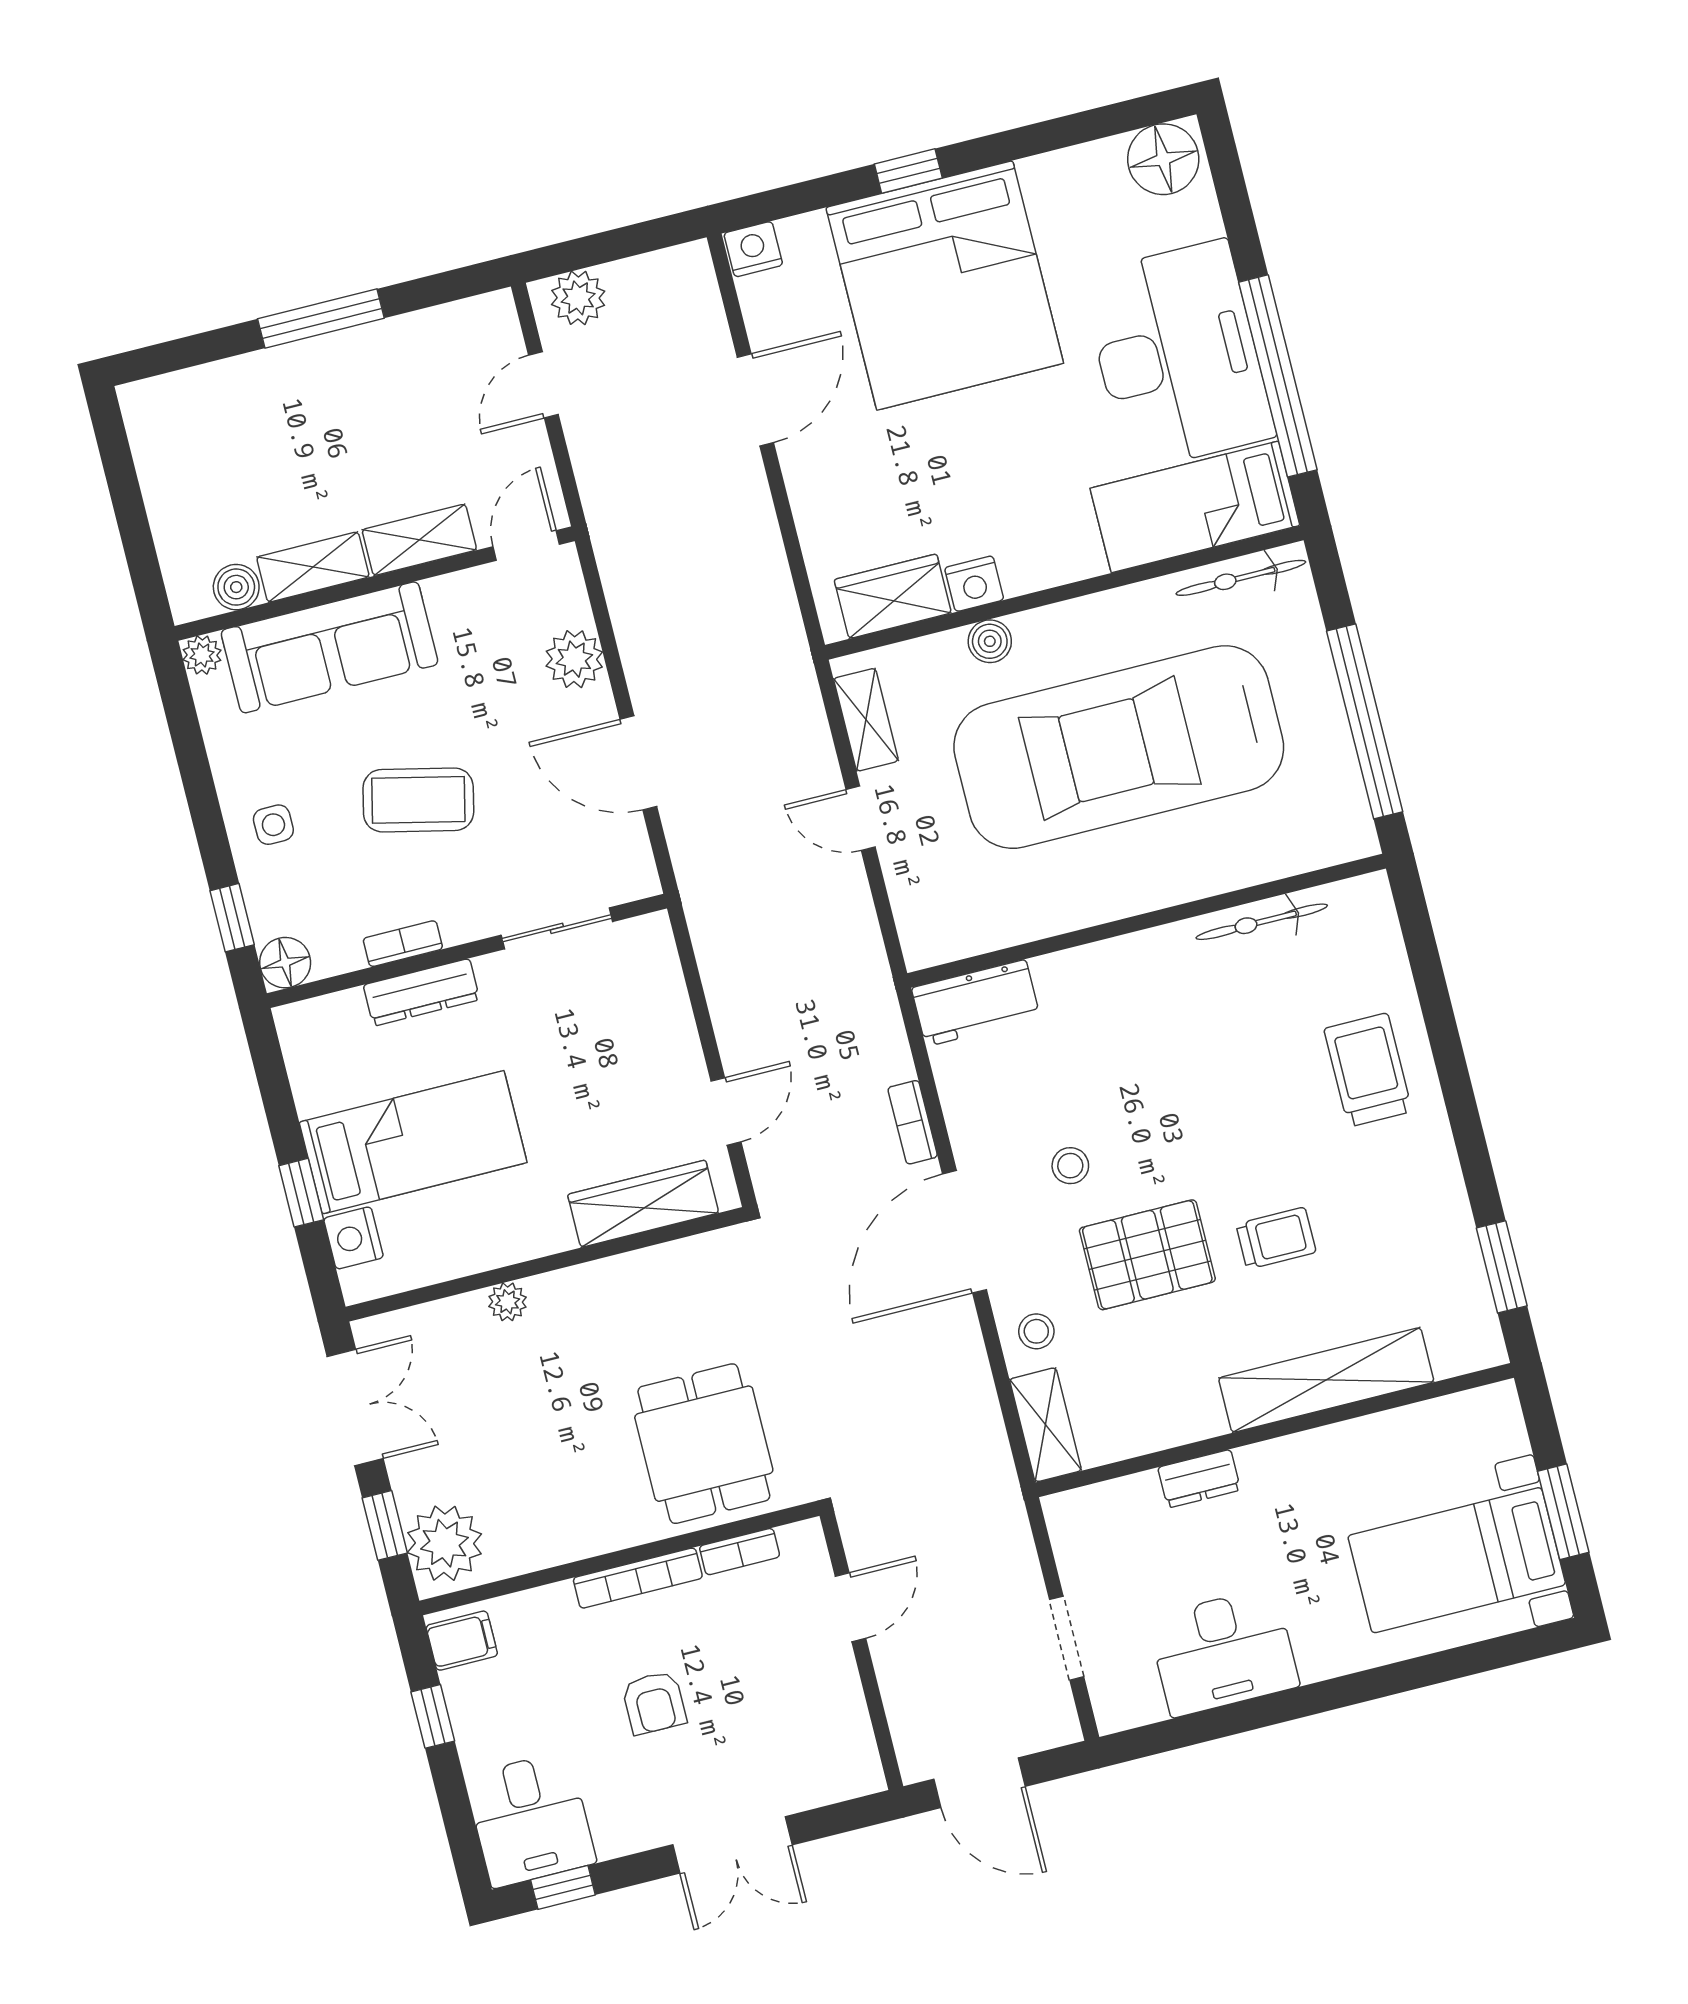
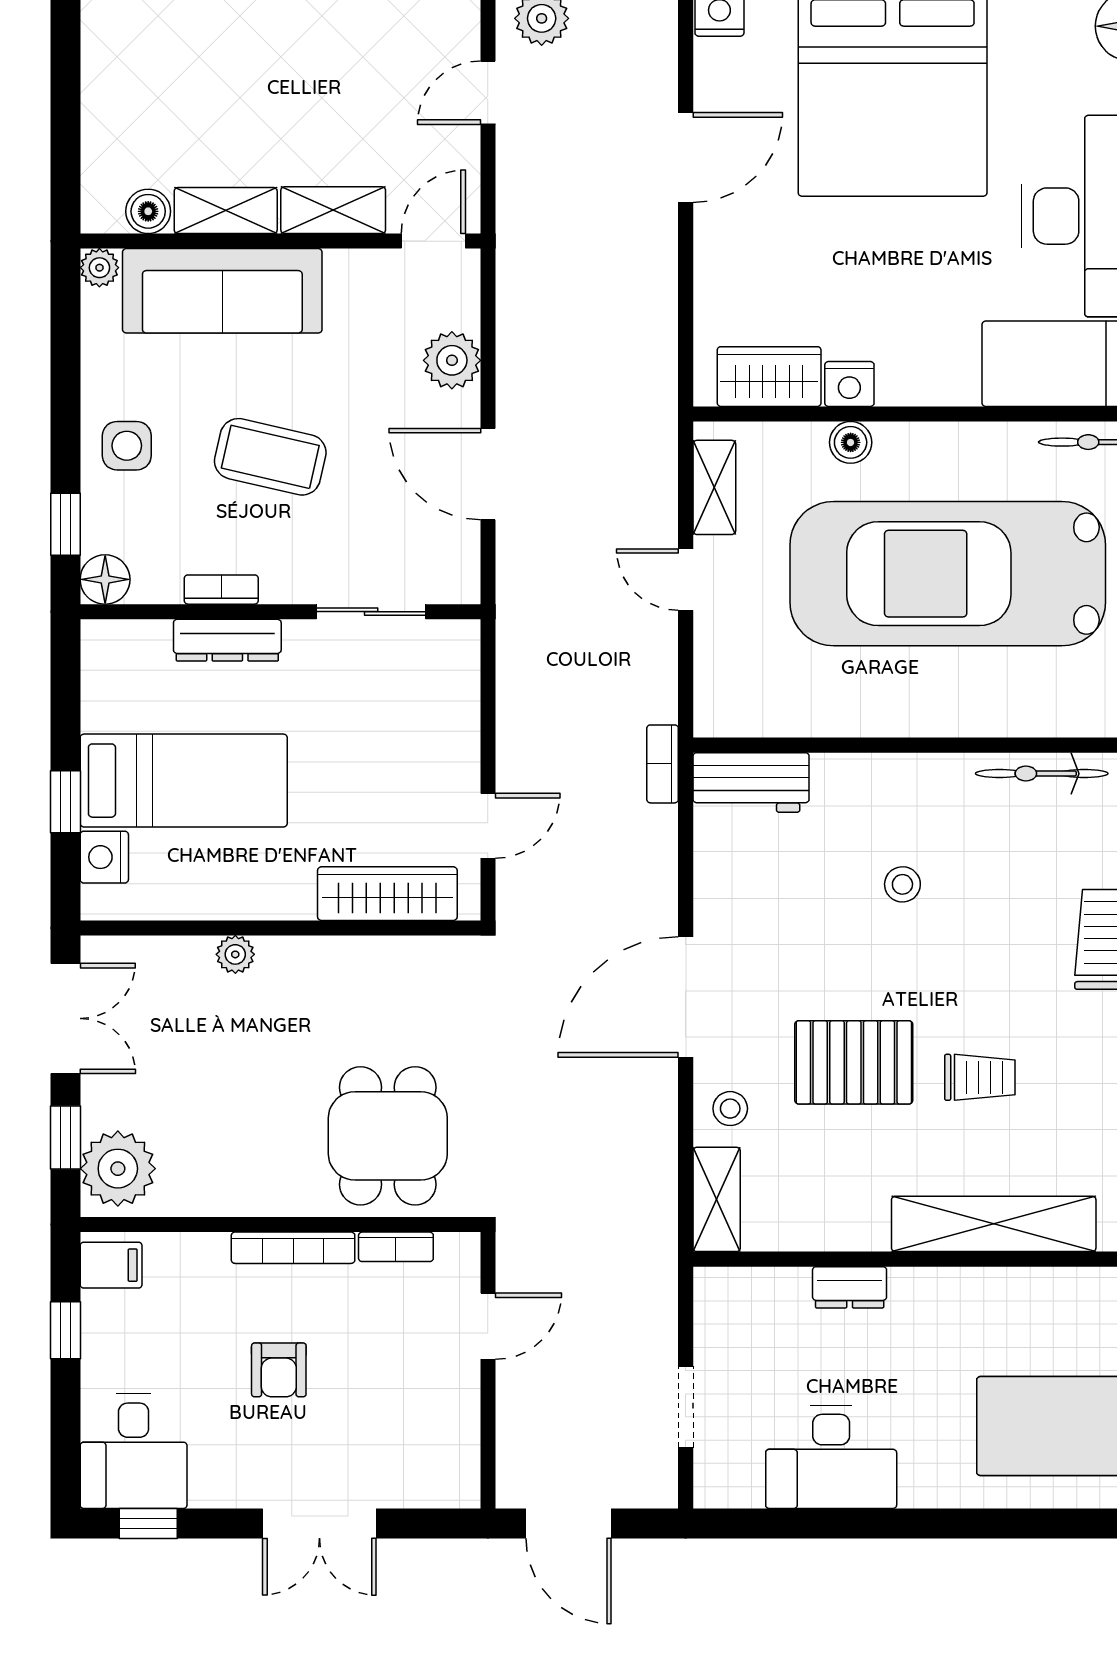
side table: (273, 825) -> (127, 446), width x1.37, depth x1.37
bookcase: (913, 1122) -> (663, 764), moved
stool: (1070, 1166) -> (902, 884), moved

